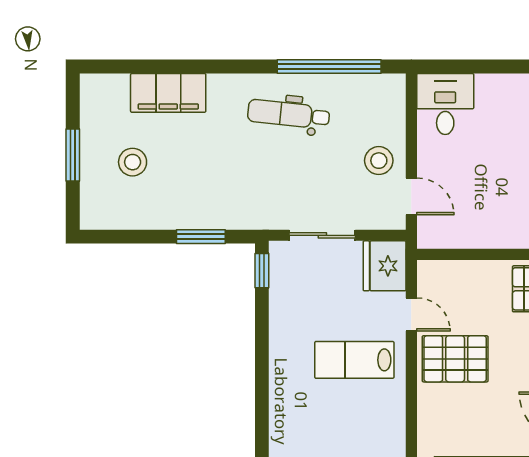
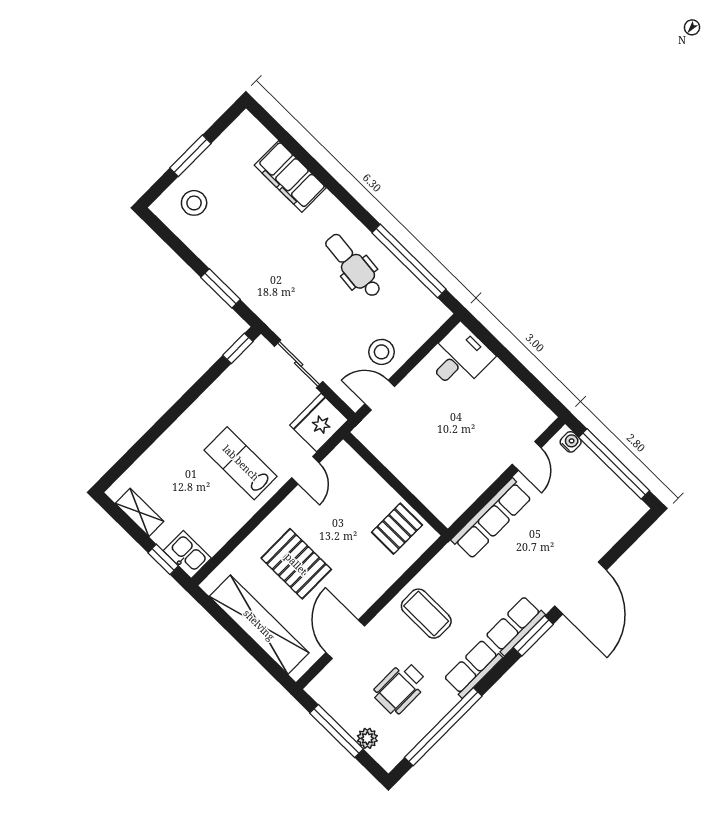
stool: (133, 162) -> (194, 203), moved
door: (411, 196) -> (380, 395), swing flipped
pallet: (455, 359) -> (296, 564), moved

